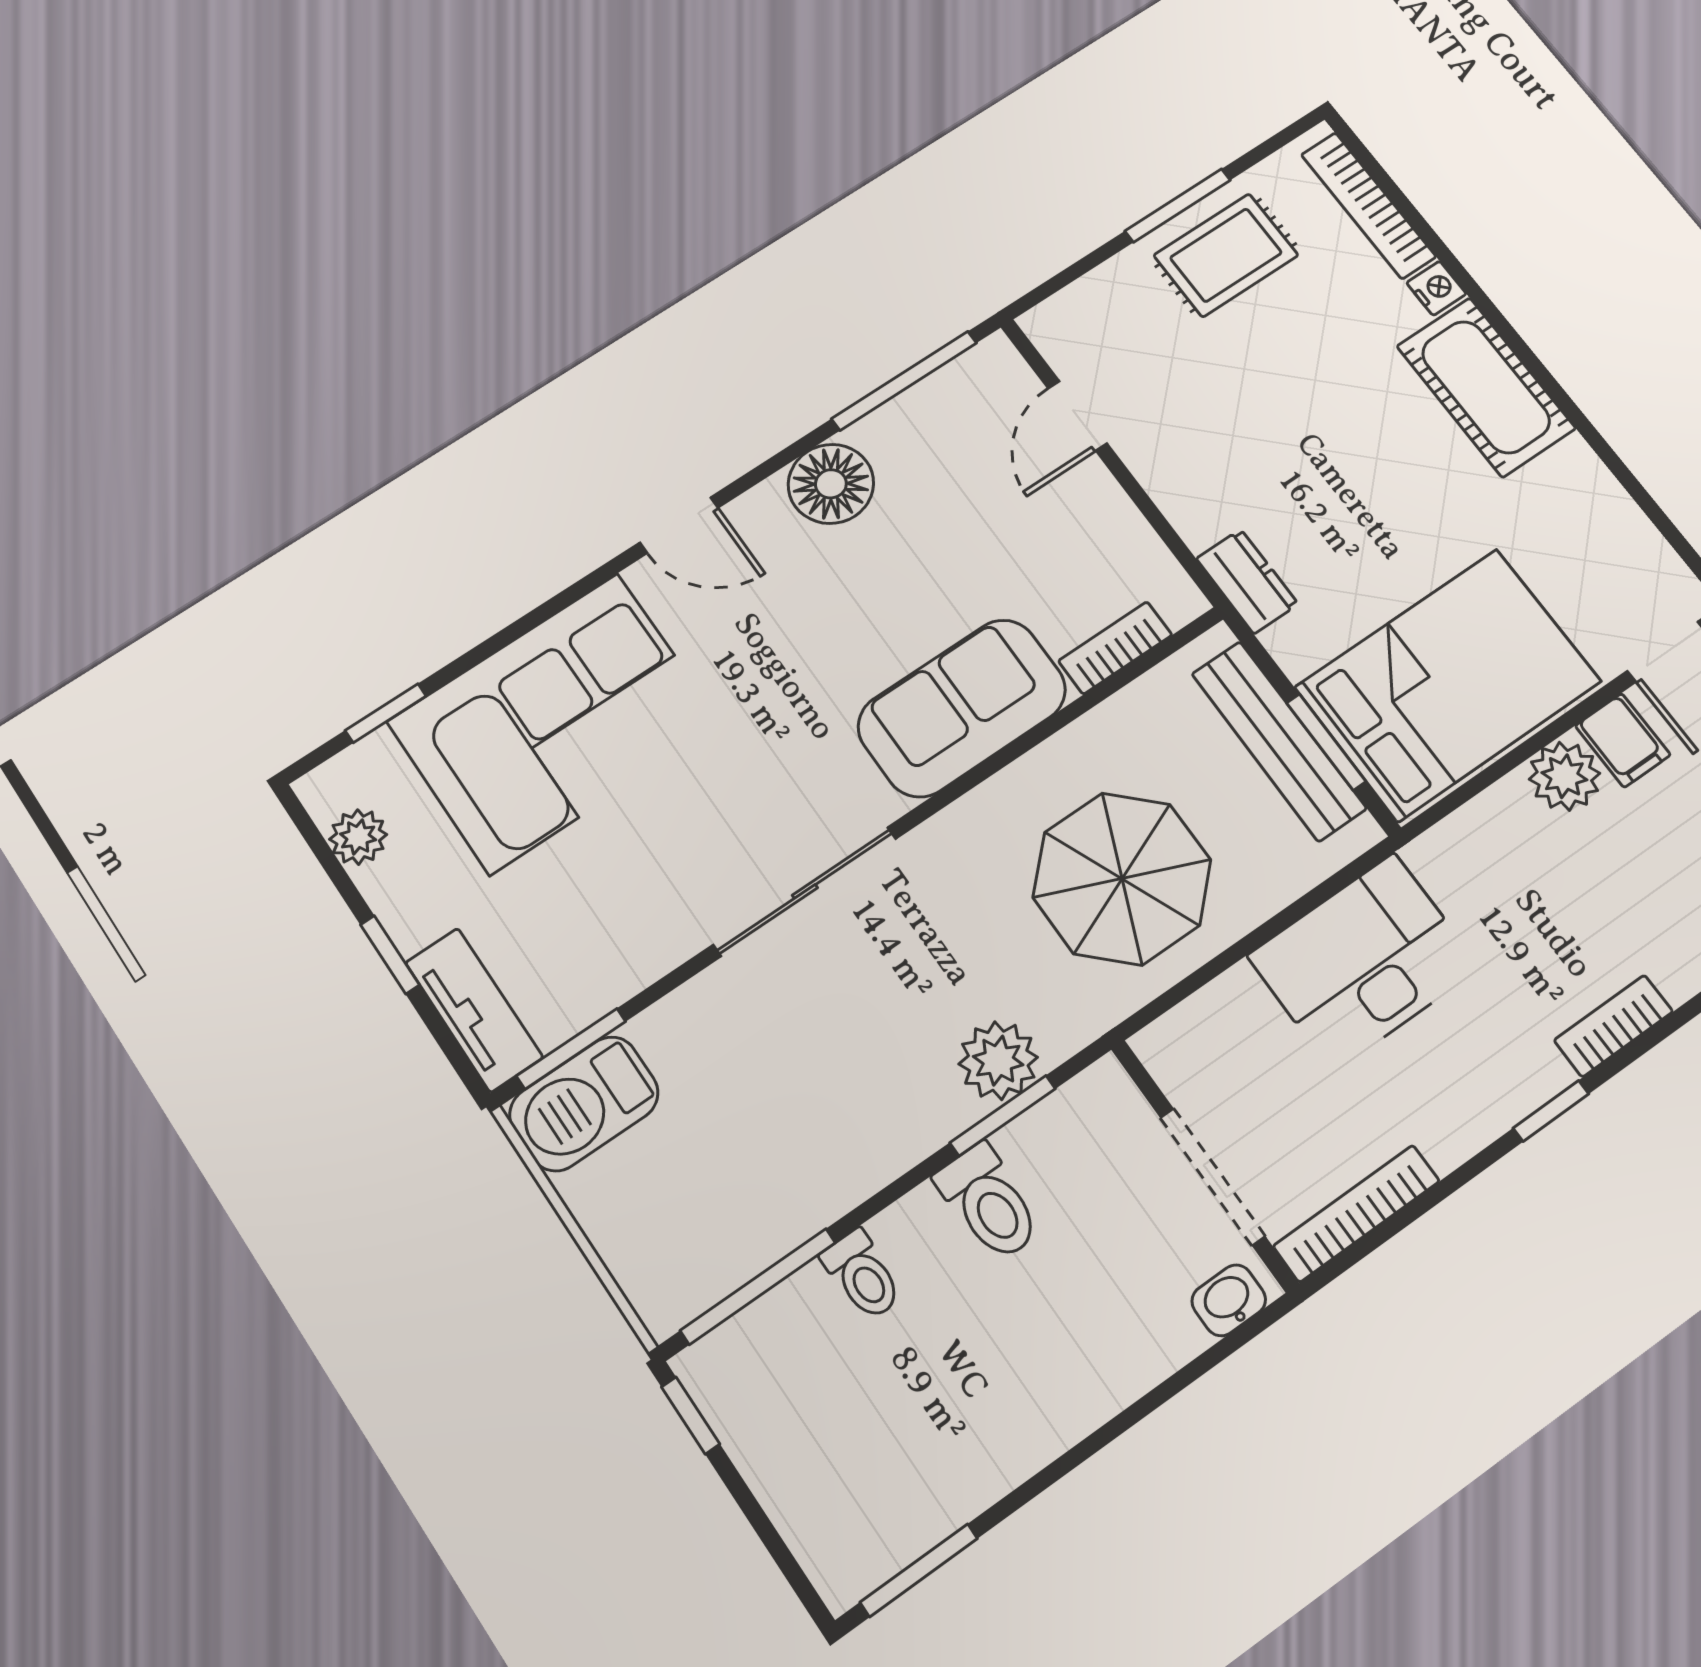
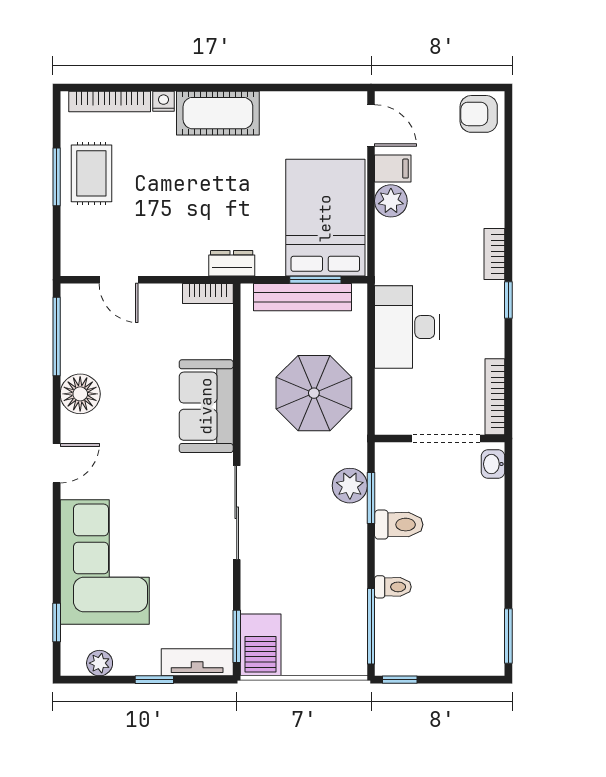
bookcase: (1115, 648) -> (208, 293), moved, turned -90

